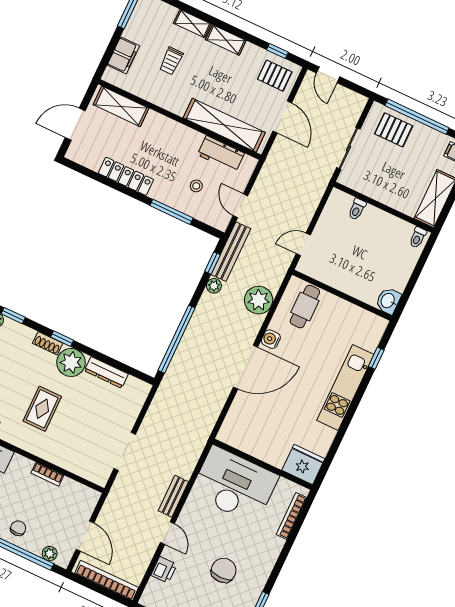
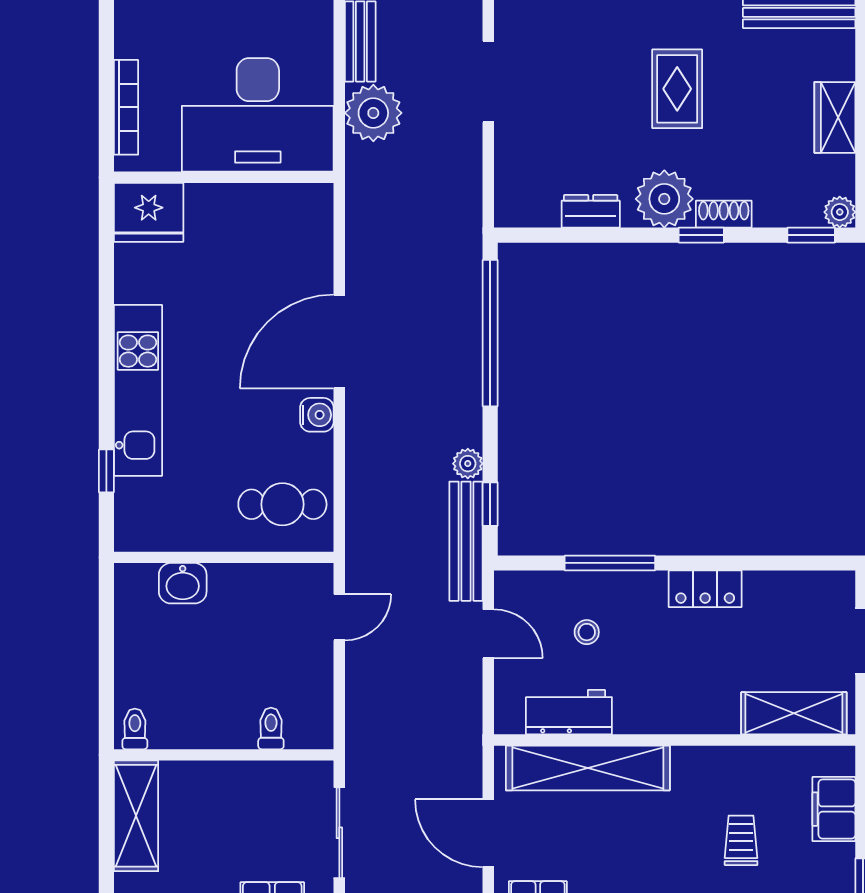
locker: (126, 176) -> (705, 589), width x0.66
plant: (259, 300) -> (373, 113), moved
washbasin: (388, 301) -> (183, 583), moved, turned 90
cafe table: (305, 307) -> (282, 504), turned 90
dresser: (106, 372) -> (591, 211), width x0.70

